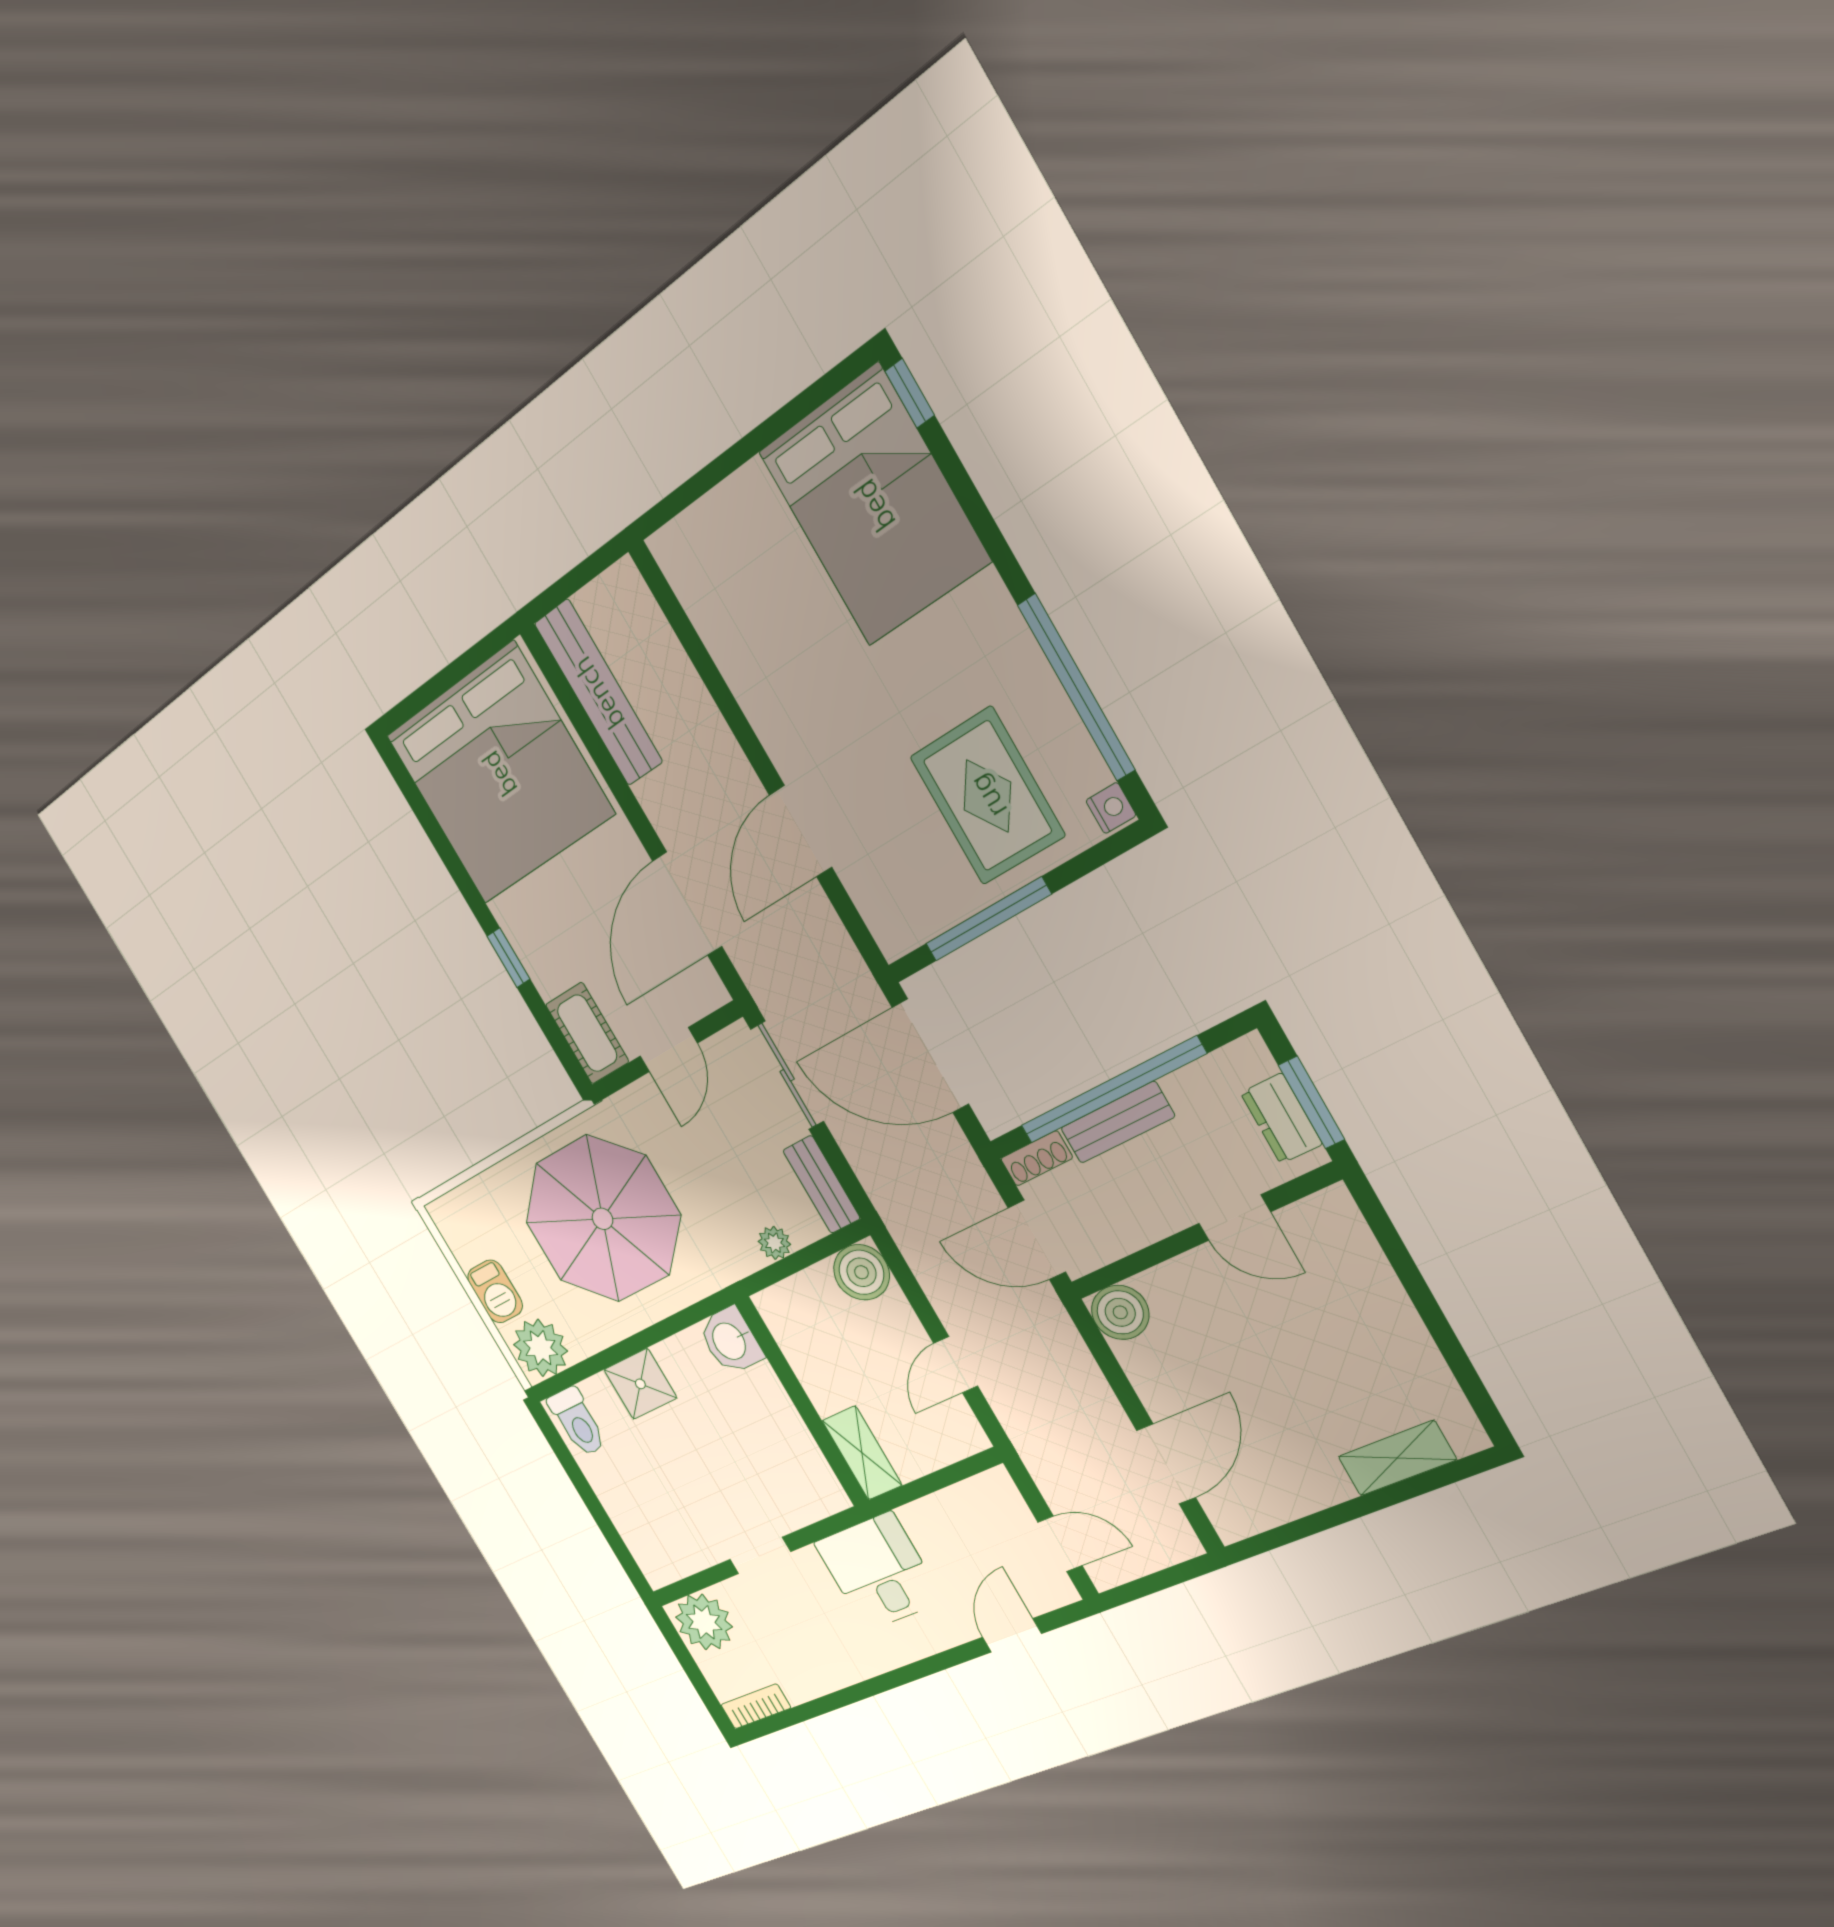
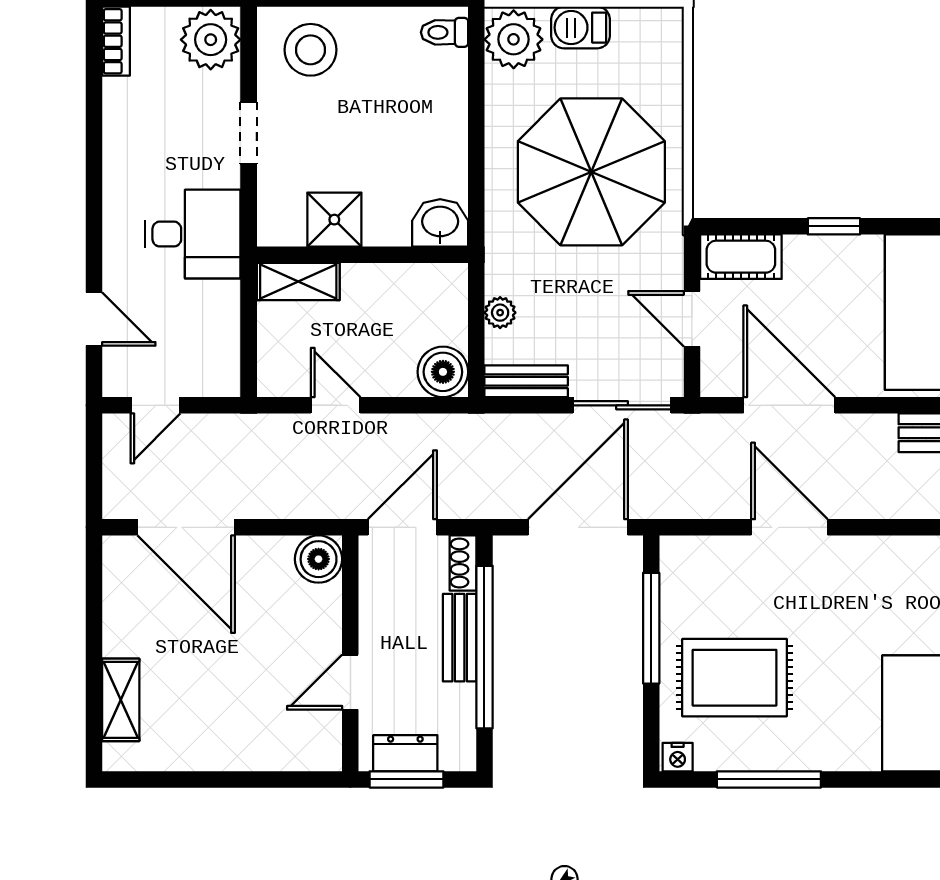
window: (1076, 688) -> (769, 779), width x0.68
shower: (640, 1384) -> (334, 220), moved
toilet: (577, 1422) -> (445, 32), width x0.73, depth x0.72
door: (1166, 1464) -> (186, 527), width x1.36
stool: (659, 1528) -> (311, 50), added

